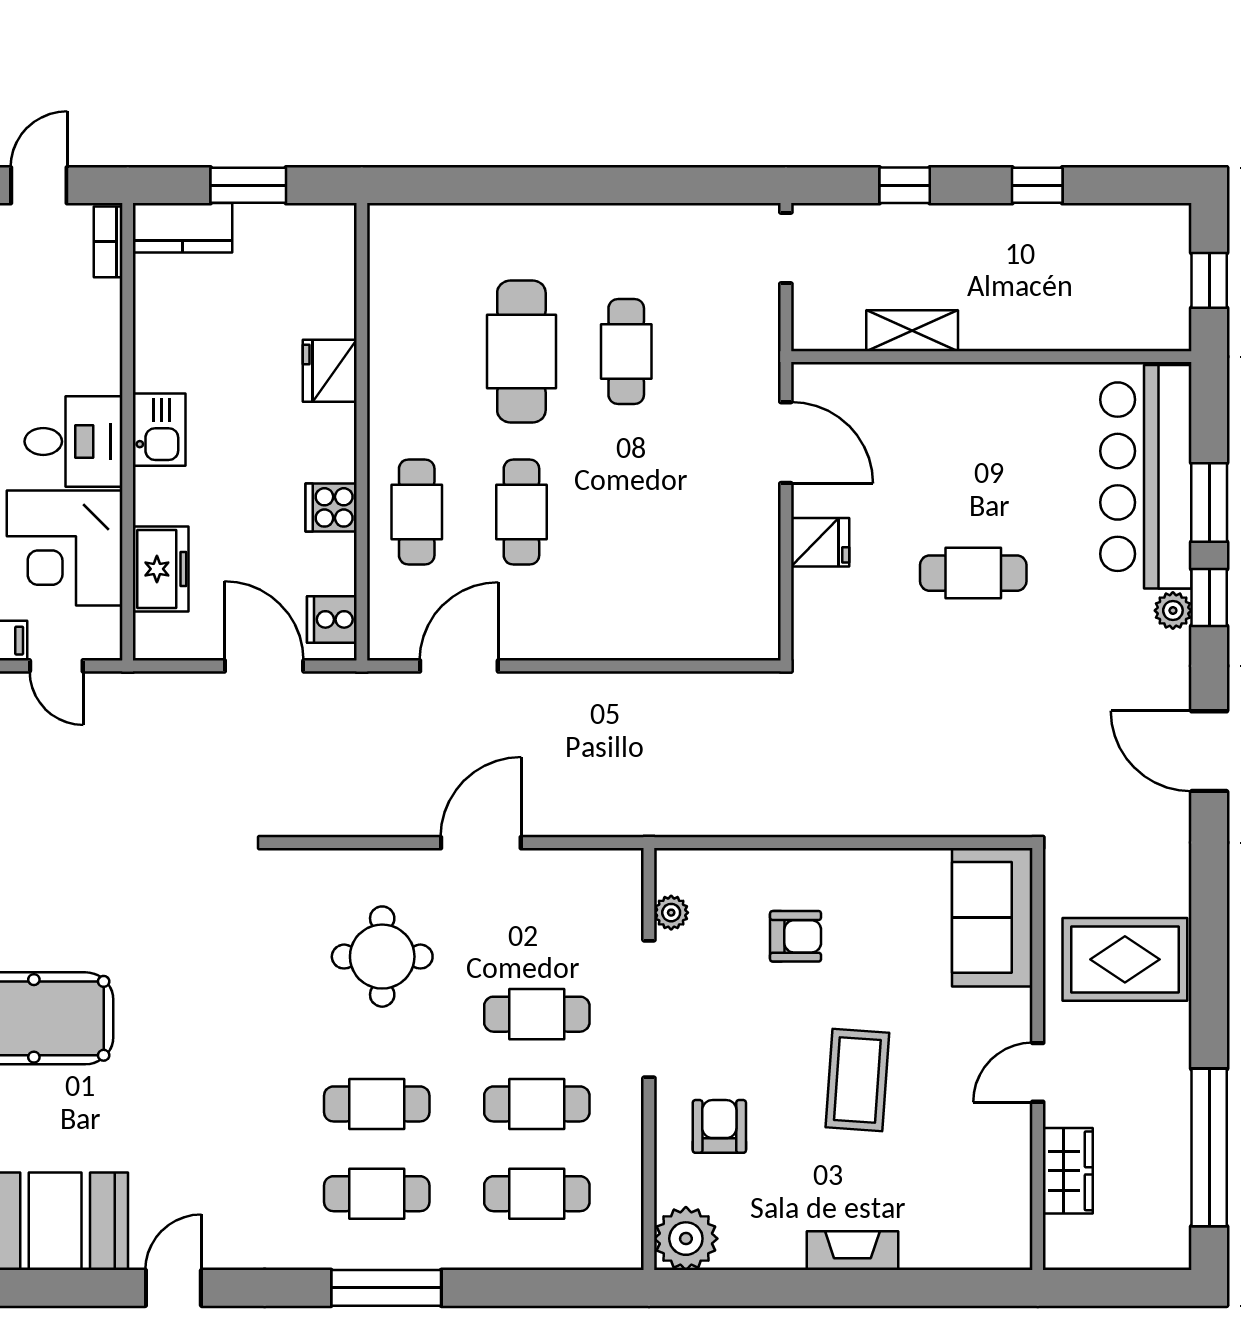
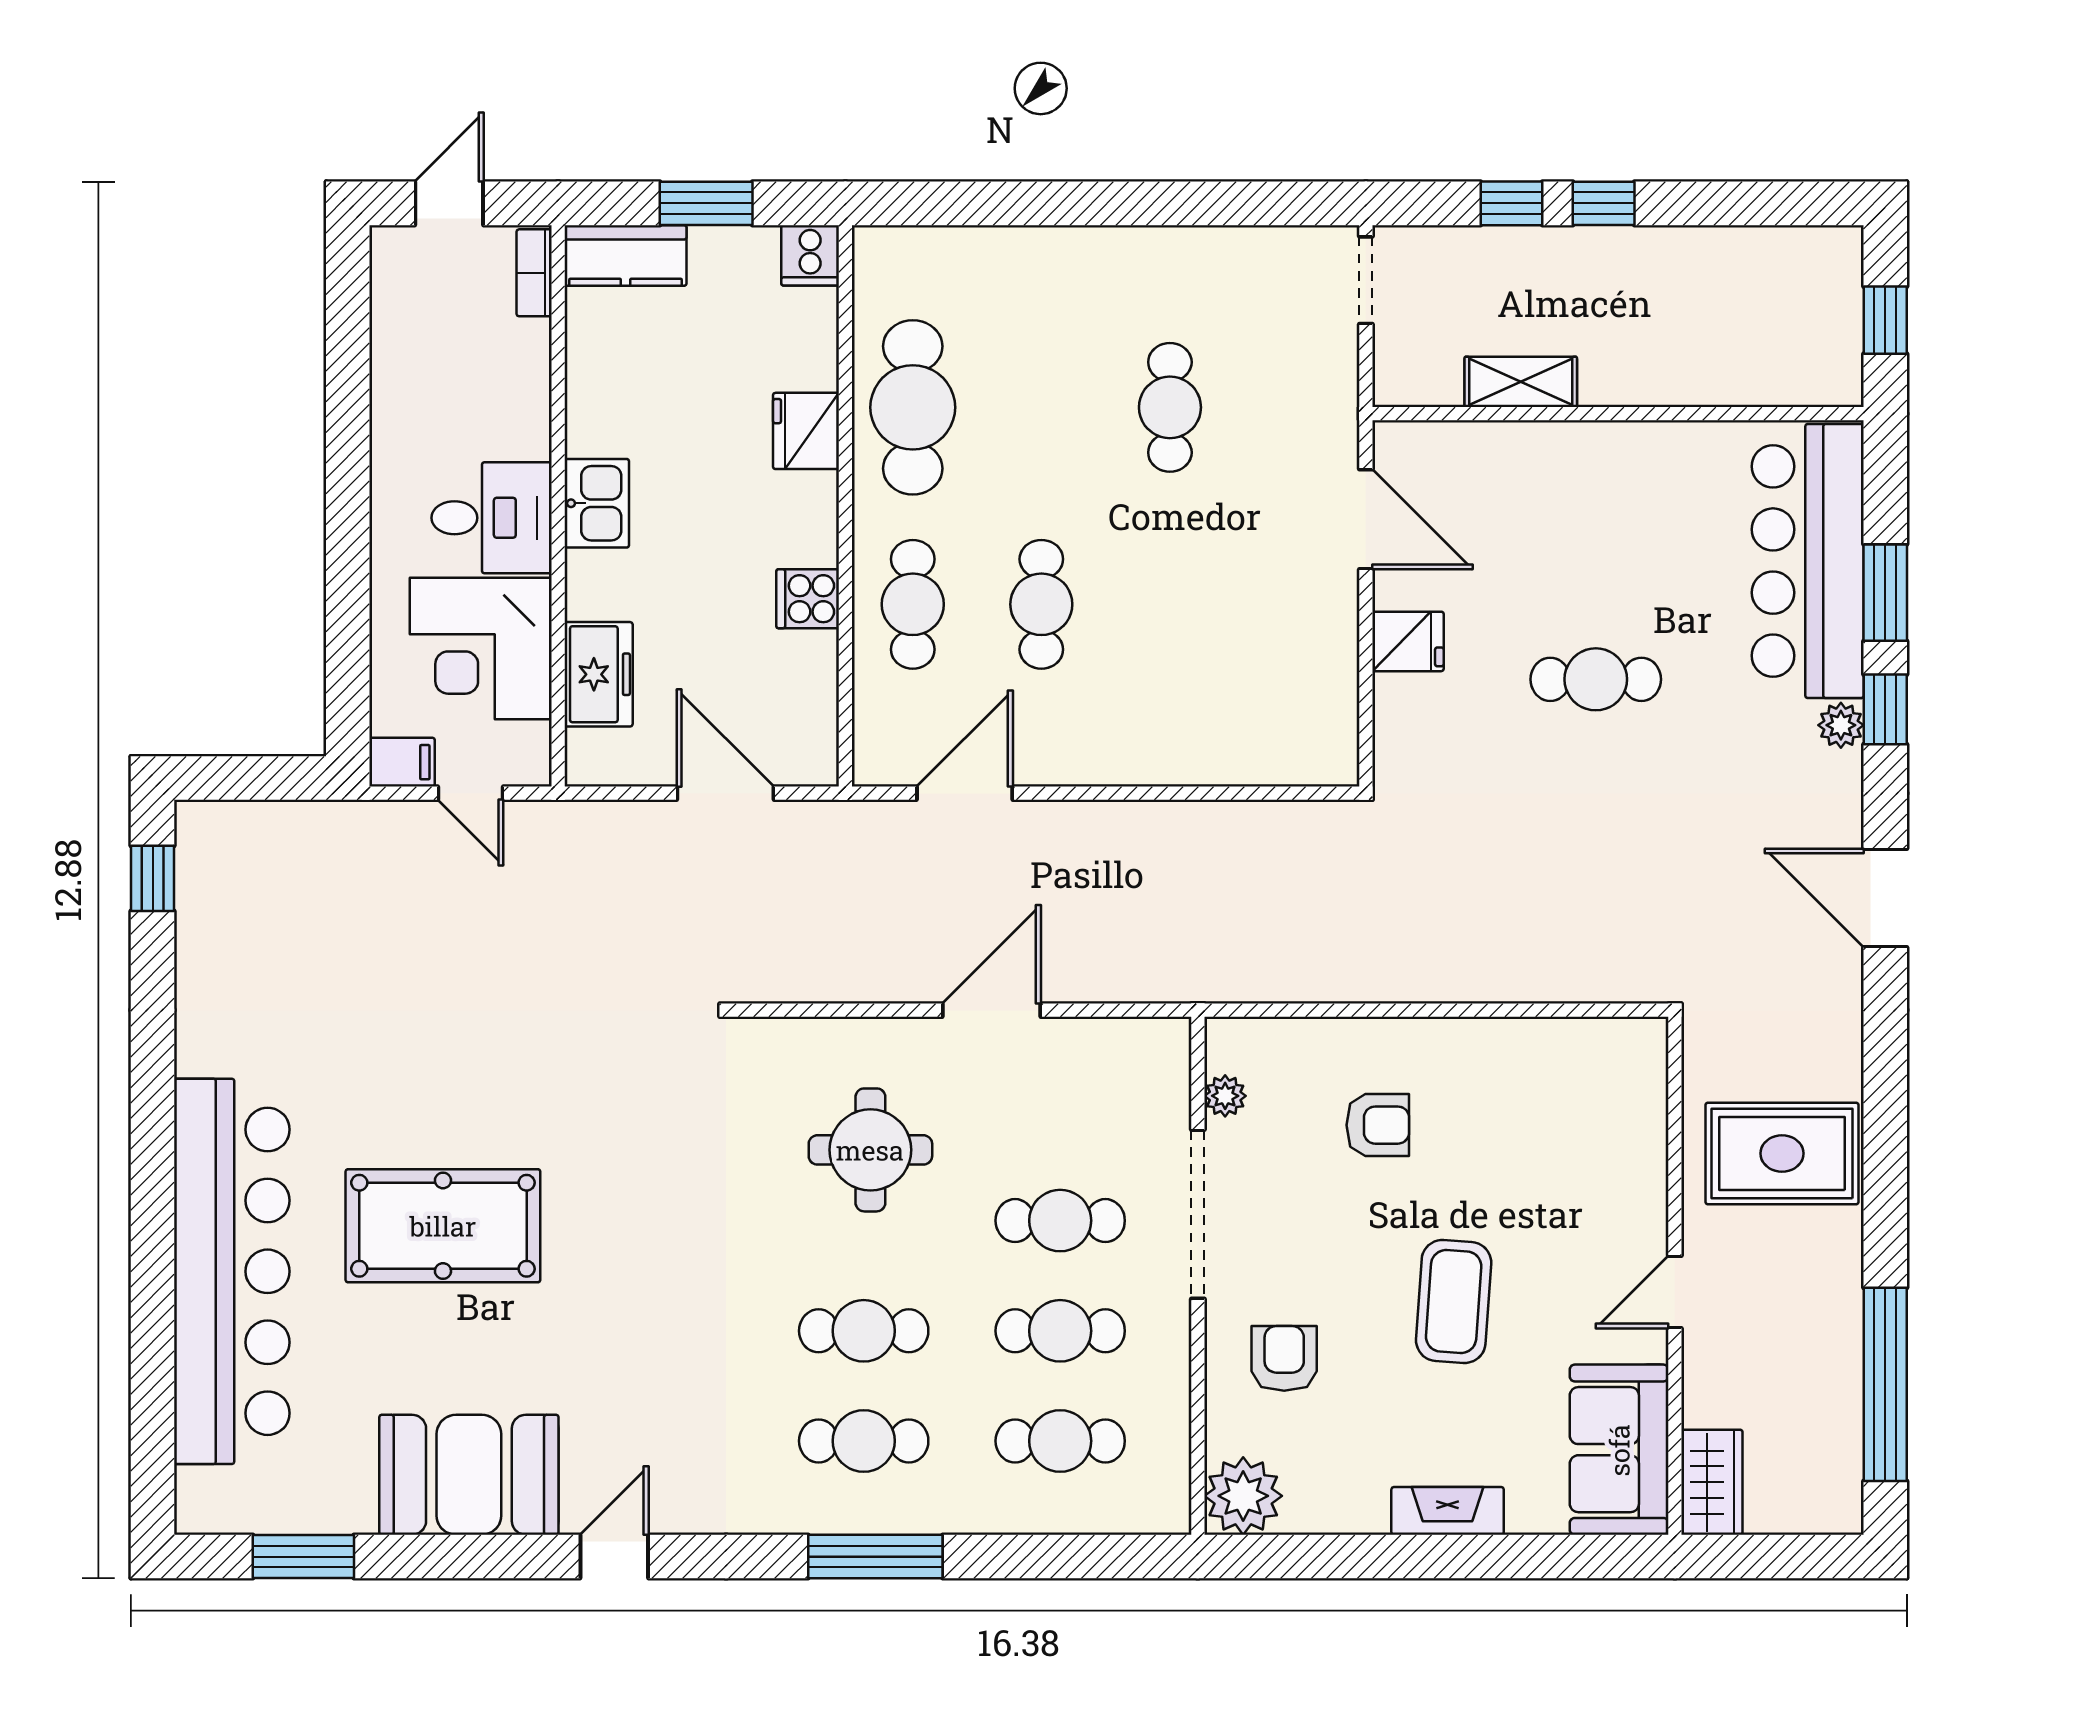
window: (1037, 185) -> (1604, 203), moved
cafe table: (521, 352) -> (913, 407), moved
cooker: (332, 619) -> (810, 255), moved, turned -90
sofa: (992, 917) -> (1619, 1450), moved
wardrobe: (1068, 1171) -> (1712, 1482), moved

